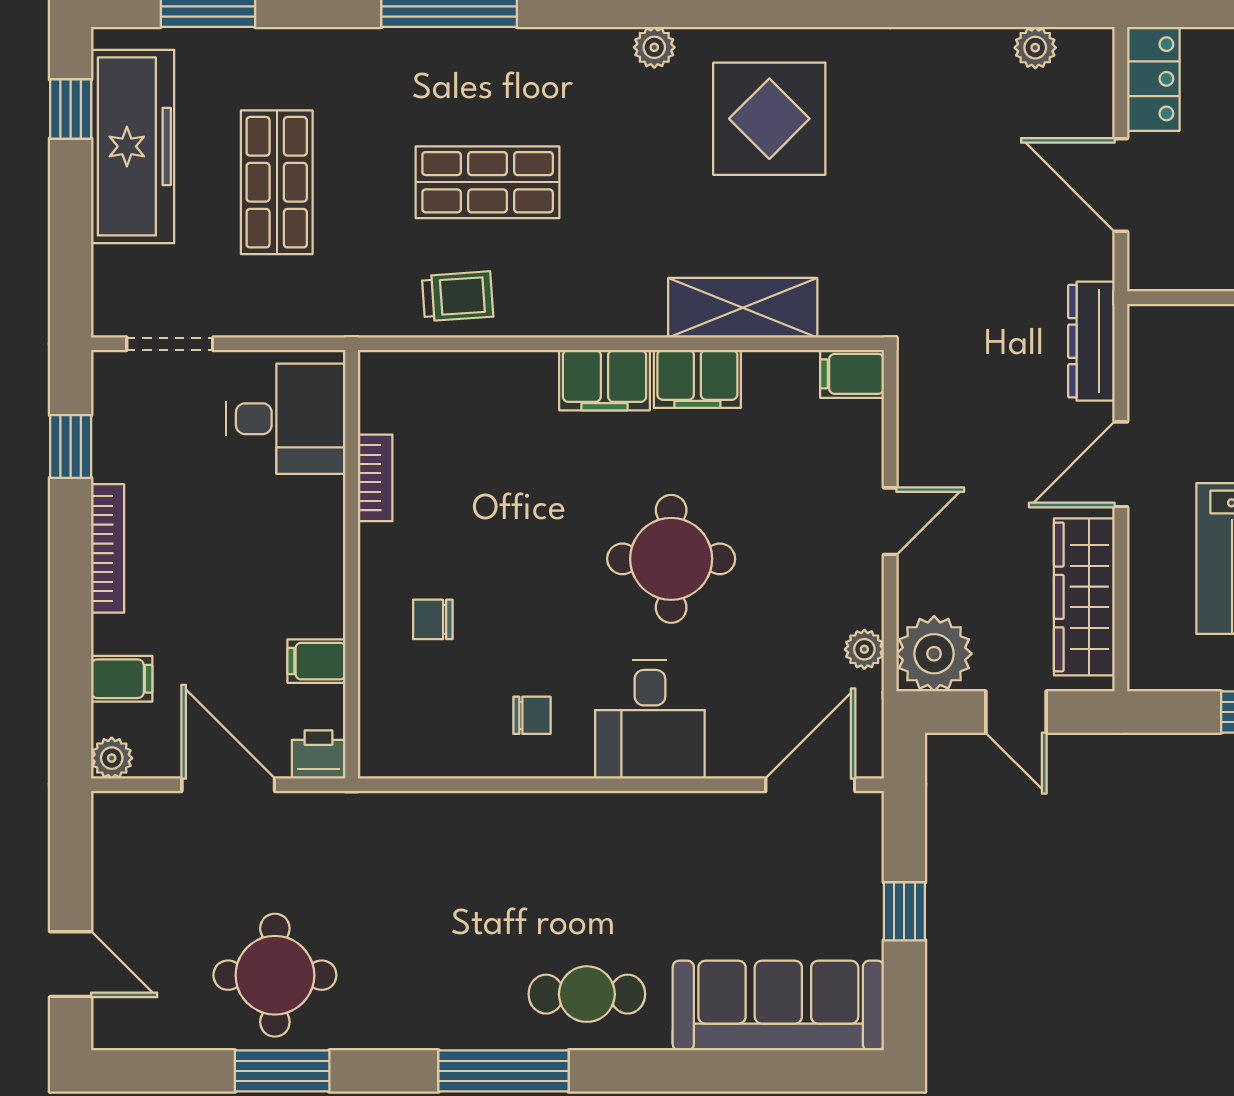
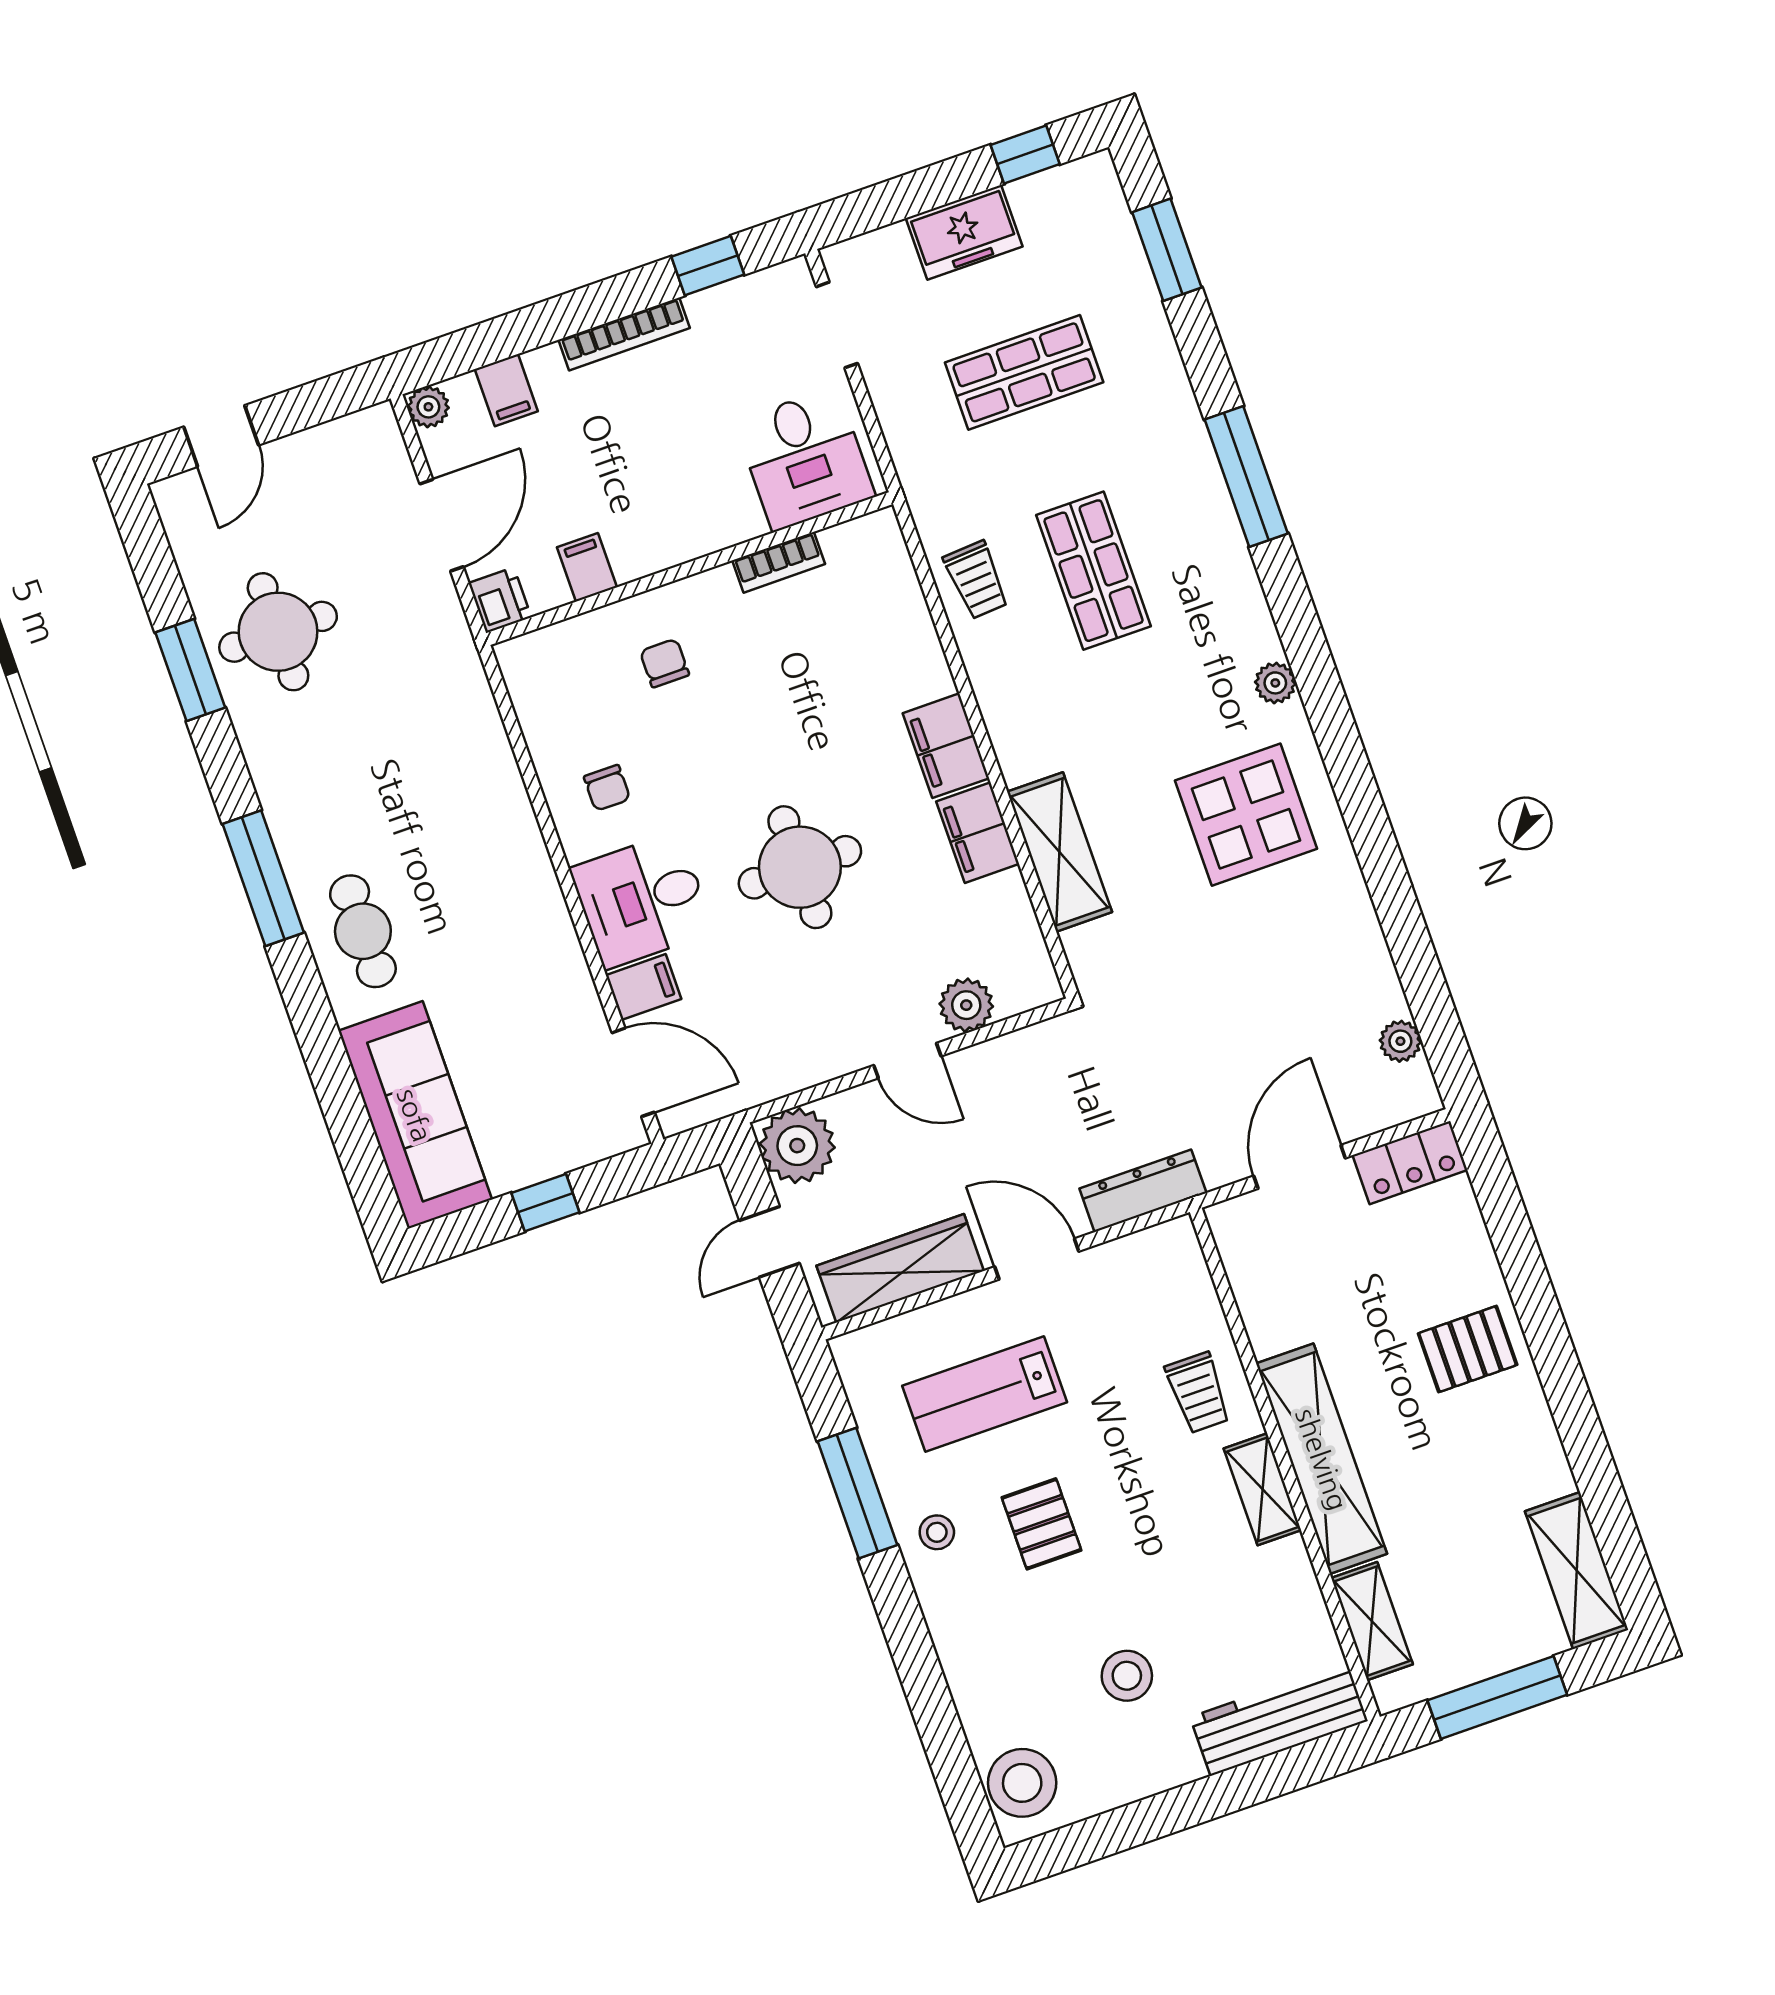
freezer: (133, 146) -> (964, 232), width x0.52, depth x0.79
filing cabinet: (852, 374) -> (644, 987), moved, turned 90
plant: (864, 649) -> (966, 1005), moved, width x1.38, depth x1.38

